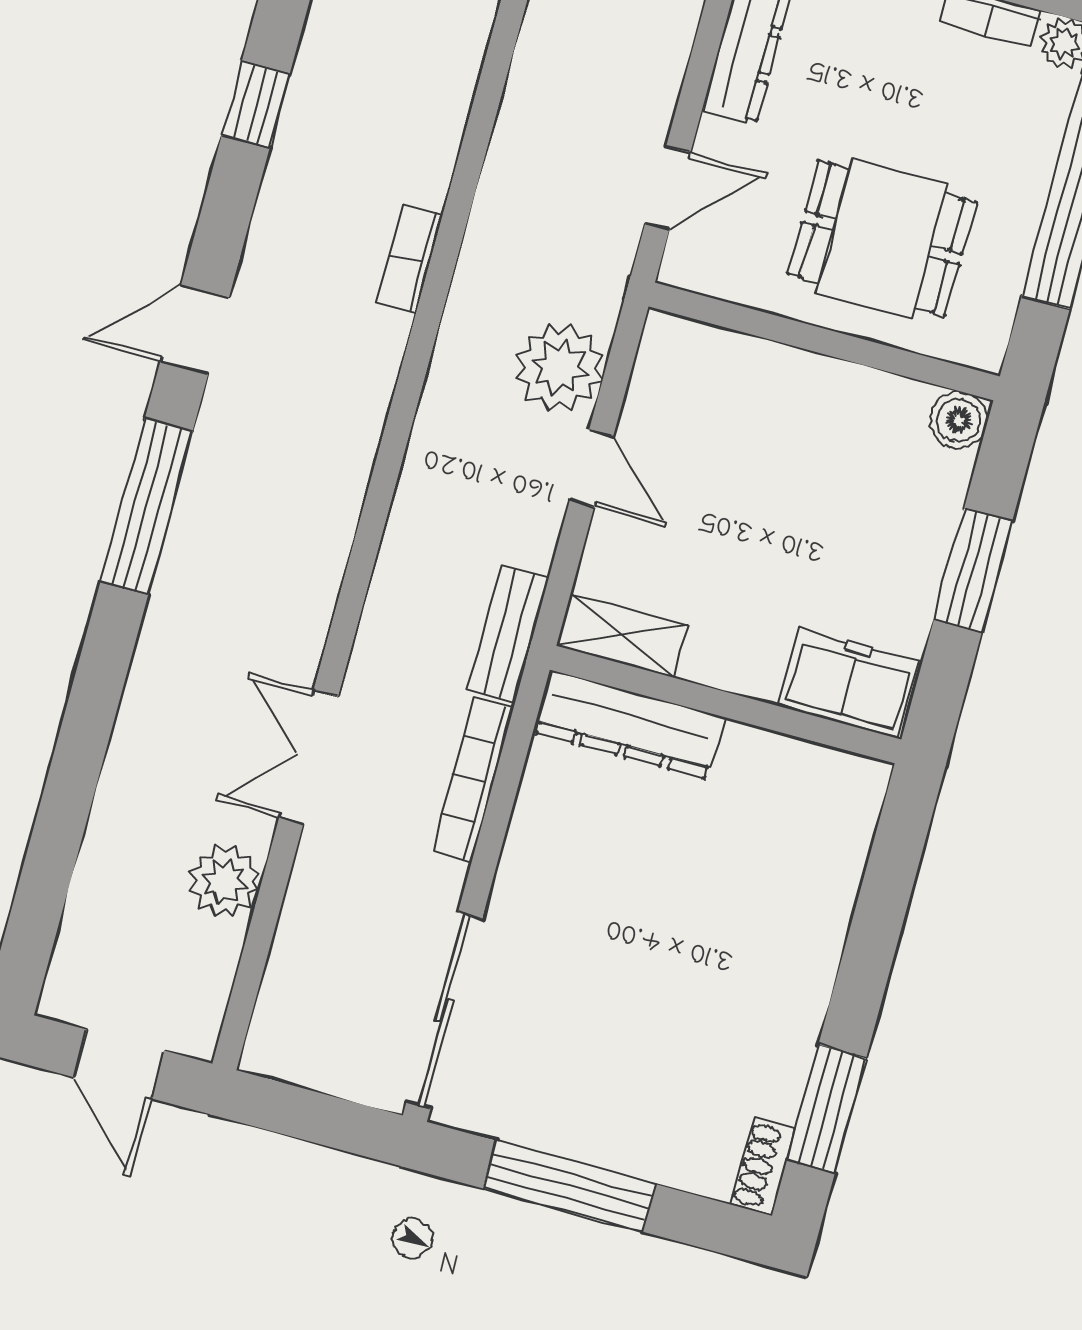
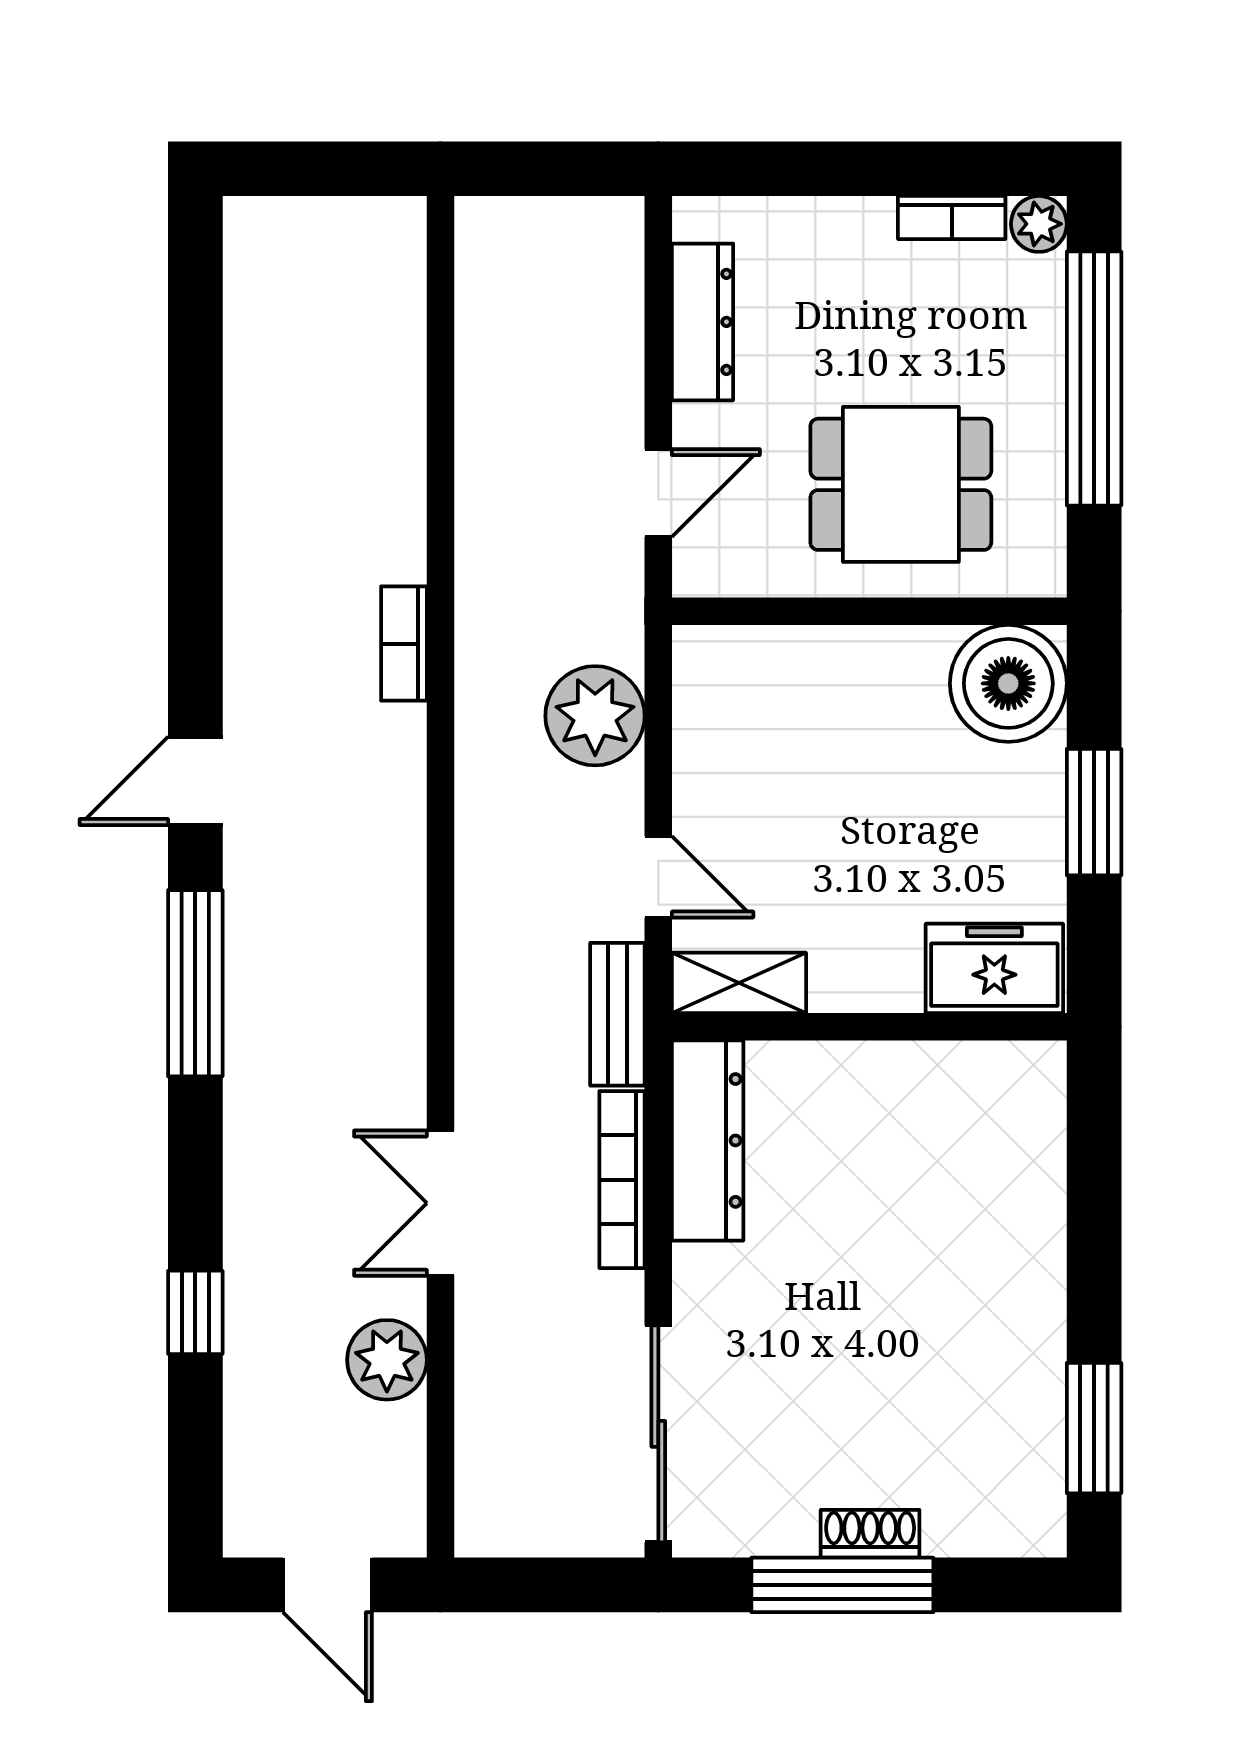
window: (256, 104) -> (195, 1312), moved
boiler: (959, 420) -> (1008, 683), width x1.86, depth x1.86
door: (592, 468) -> (658, 877), moved
dresser: (629, 725) -> (708, 1140), moved, turned -90
shoe rack: (763, 1167) -> (870, 1534), moved, turned 90

